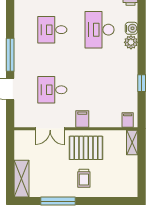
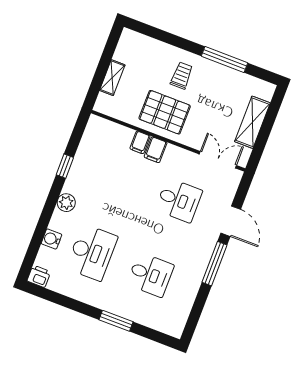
plant: (131, 42) -> (66, 203), moved
filing cabinet: (128, 120) -> (140, 142), moved
double door: (50, 129) -> (218, 160), moved
shelving: (132, 142) -> (112, 78), moved
shelving: (22, 179) -> (252, 122), moved

